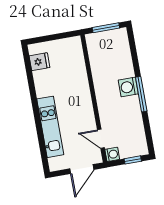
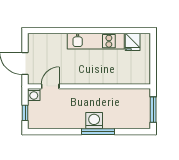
window: (141, 94) -> (98, 132), moved
kitchen unit: (50, 127) -> (96, 41), moved

